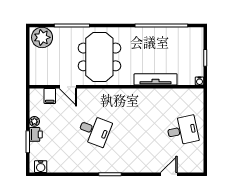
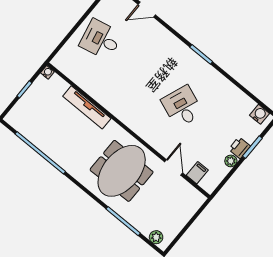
plant: (42, 37) -> (156, 237), width x0.53, depth x0.53

